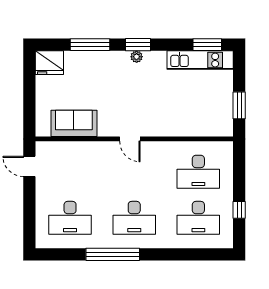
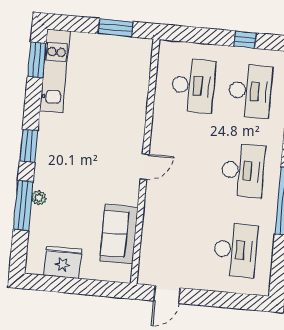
plant: (137, 57) -> (39, 198), moved
fridge: (49, 63) -> (63, 262), moved, turned -90

